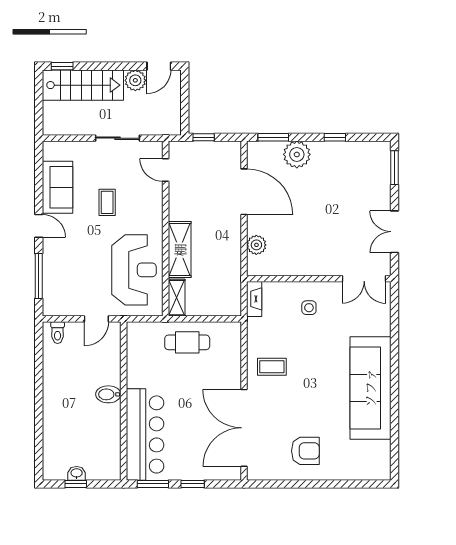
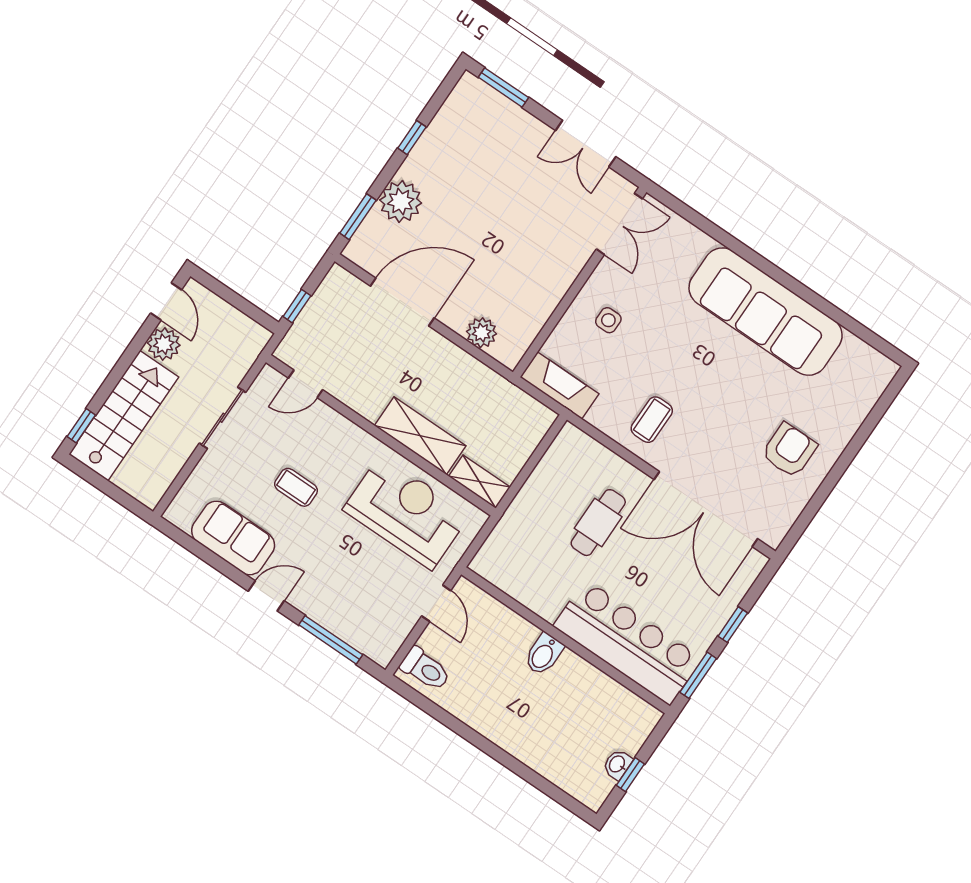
fireplace: (254, 299) -> (560, 386), width x1.37, depth x1.32
toilet: (58, 333) -> (425, 669), width x1.37, depth x1.39
cafe table: (187, 342) -> (598, 523), moved

